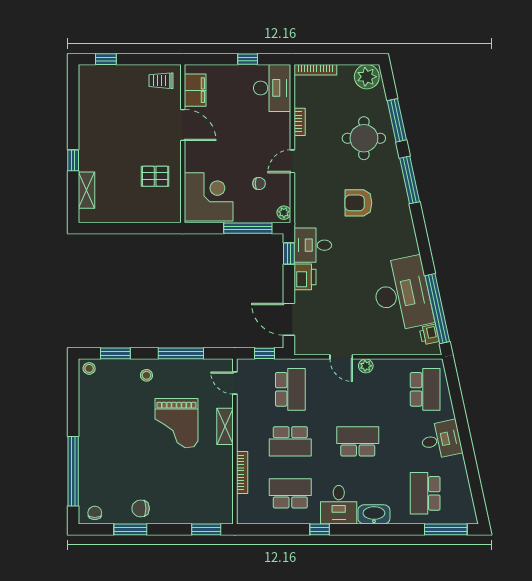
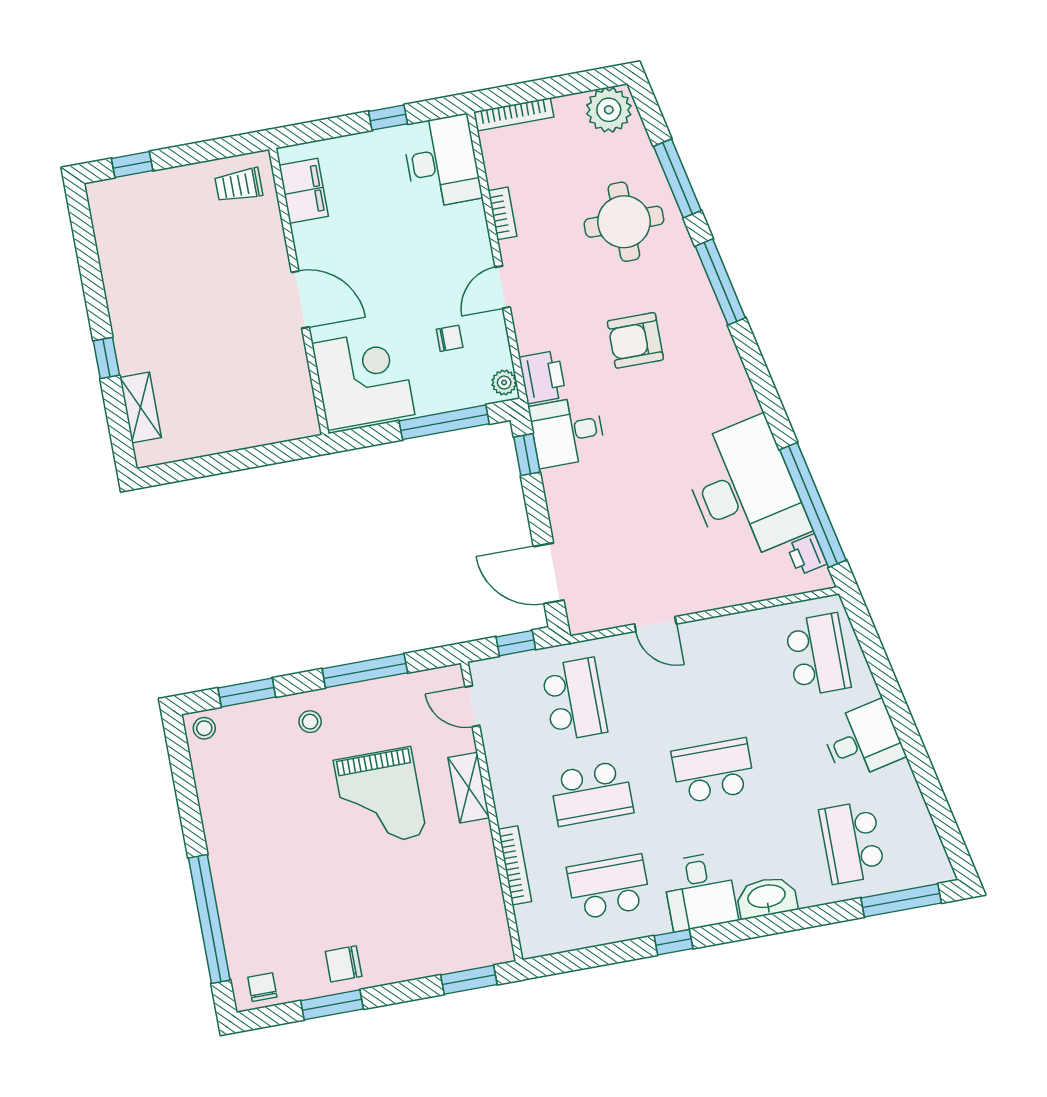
door: (183, 125) -> (300, 300), moved
pallet: (155, 176) -> (260, 360), removed
printer: (305, 277) -> (543, 377), moved
plant: (366, 366) -> (703, 632), removed

